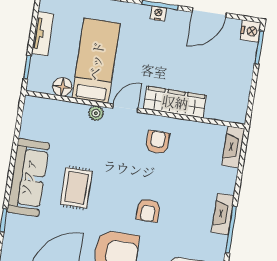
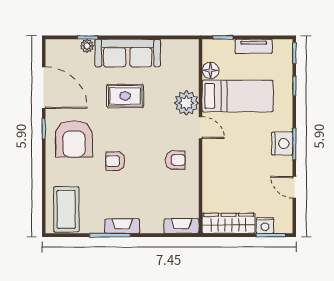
nightstand: (158, 13) -> (282, 143), width x1.89, depth x1.79
door: (209, 13) -> (294, 187), width x0.73
nightstand: (250, 31) -> (265, 225), moved
wardrobe: (175, 102) -> (229, 223), moved, turned -90
plant: (96, 113) -> (186, 103), width x1.88, depth x1.88
plant: (13, 222) -> (87, 46), added

